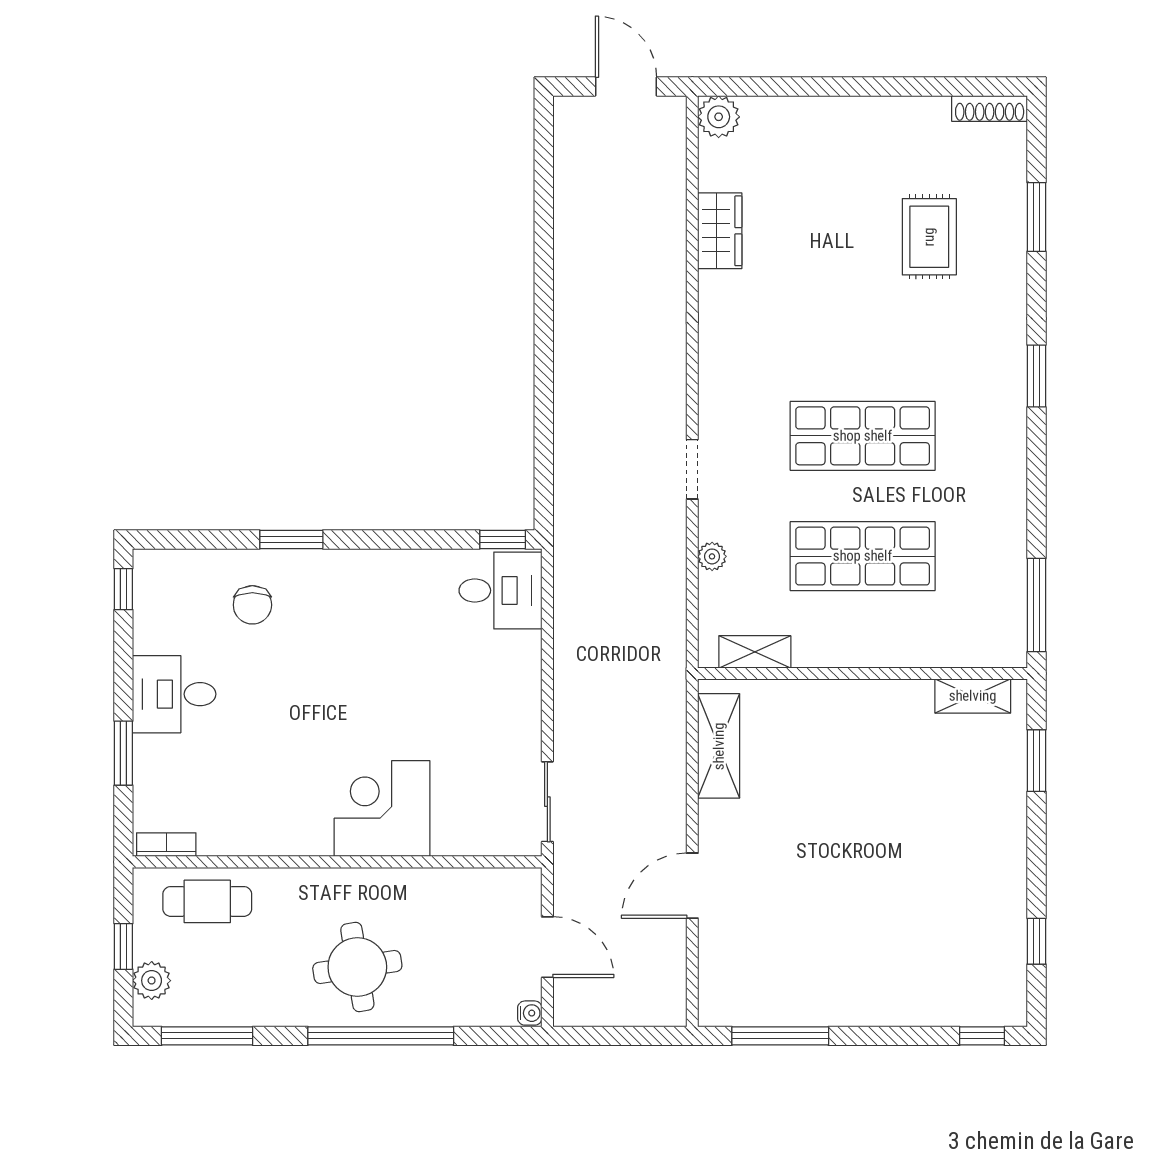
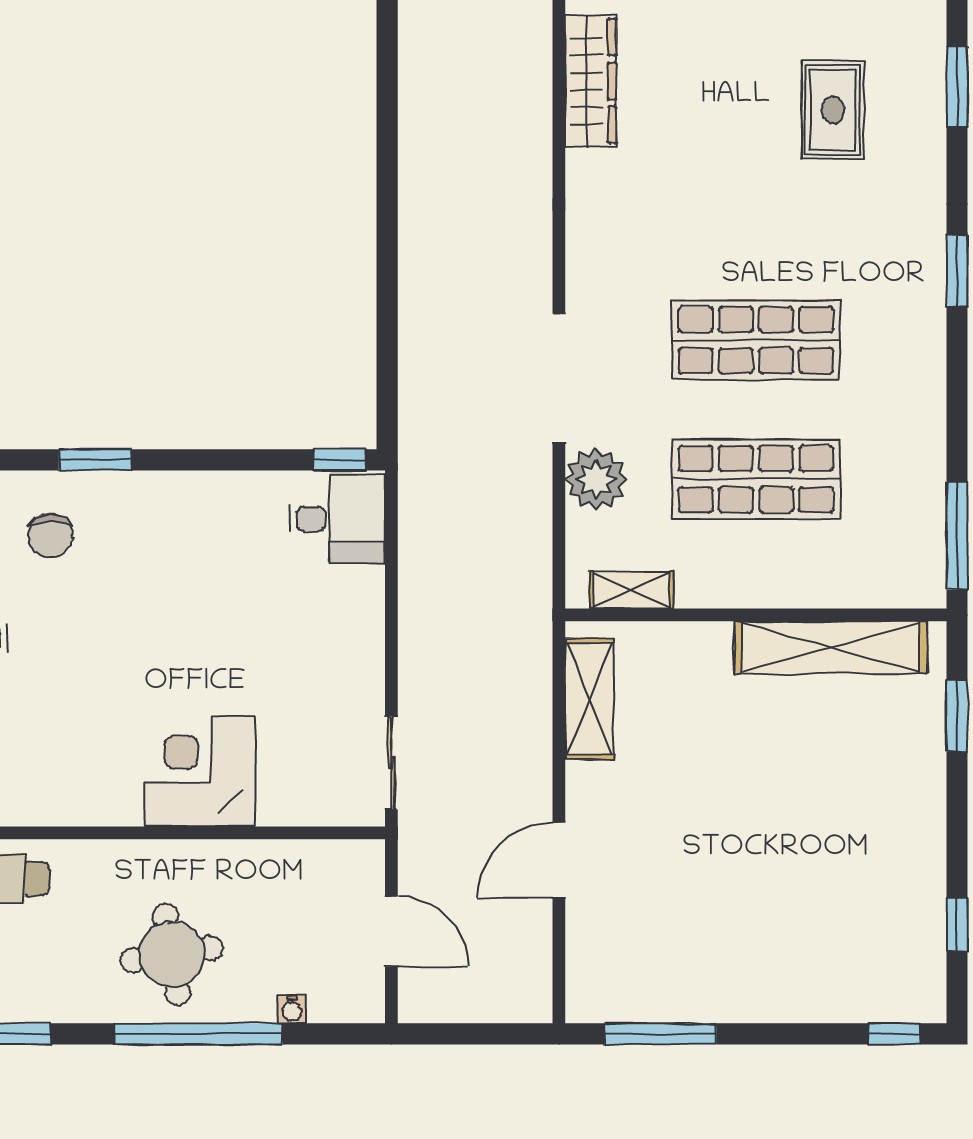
wardrobe: (720, 231) -> (591, 81), width x1.50
doorway: (692, 469) -> (559, 379), width x1.88
plant: (712, 556) -> (596, 480), width x1.88, depth x1.88
shelving: (973, 696) -> (831, 647), width x2.20, depth x1.33
water cooler: (530, 1013) -> (292, 1009), moved, turned 90

